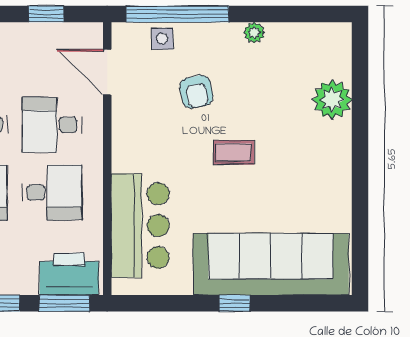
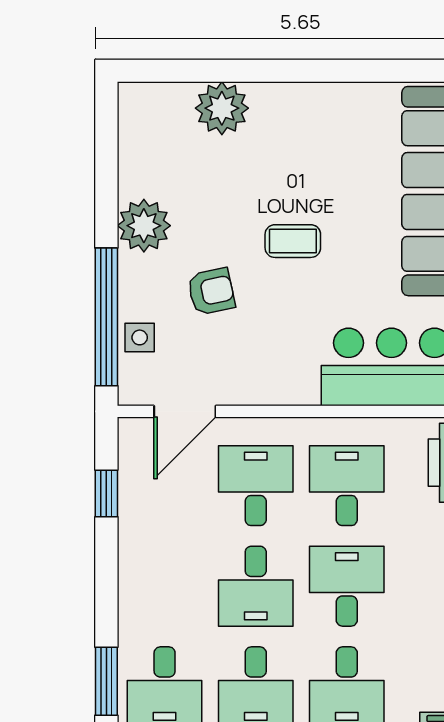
plant: (254, 33) -> (144, 226), width x1.87, depth x1.87
desk: (52, 125) -> (256, 486), turned 180
coffee table: (234, 152) -> (293, 241), turned 90

